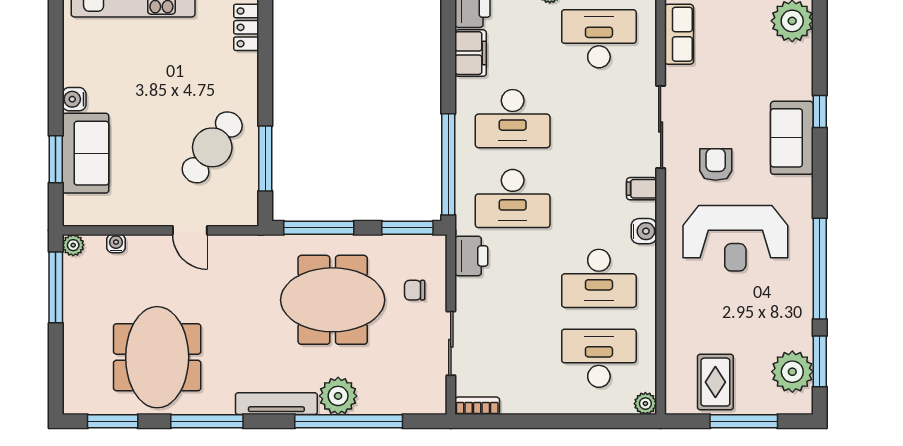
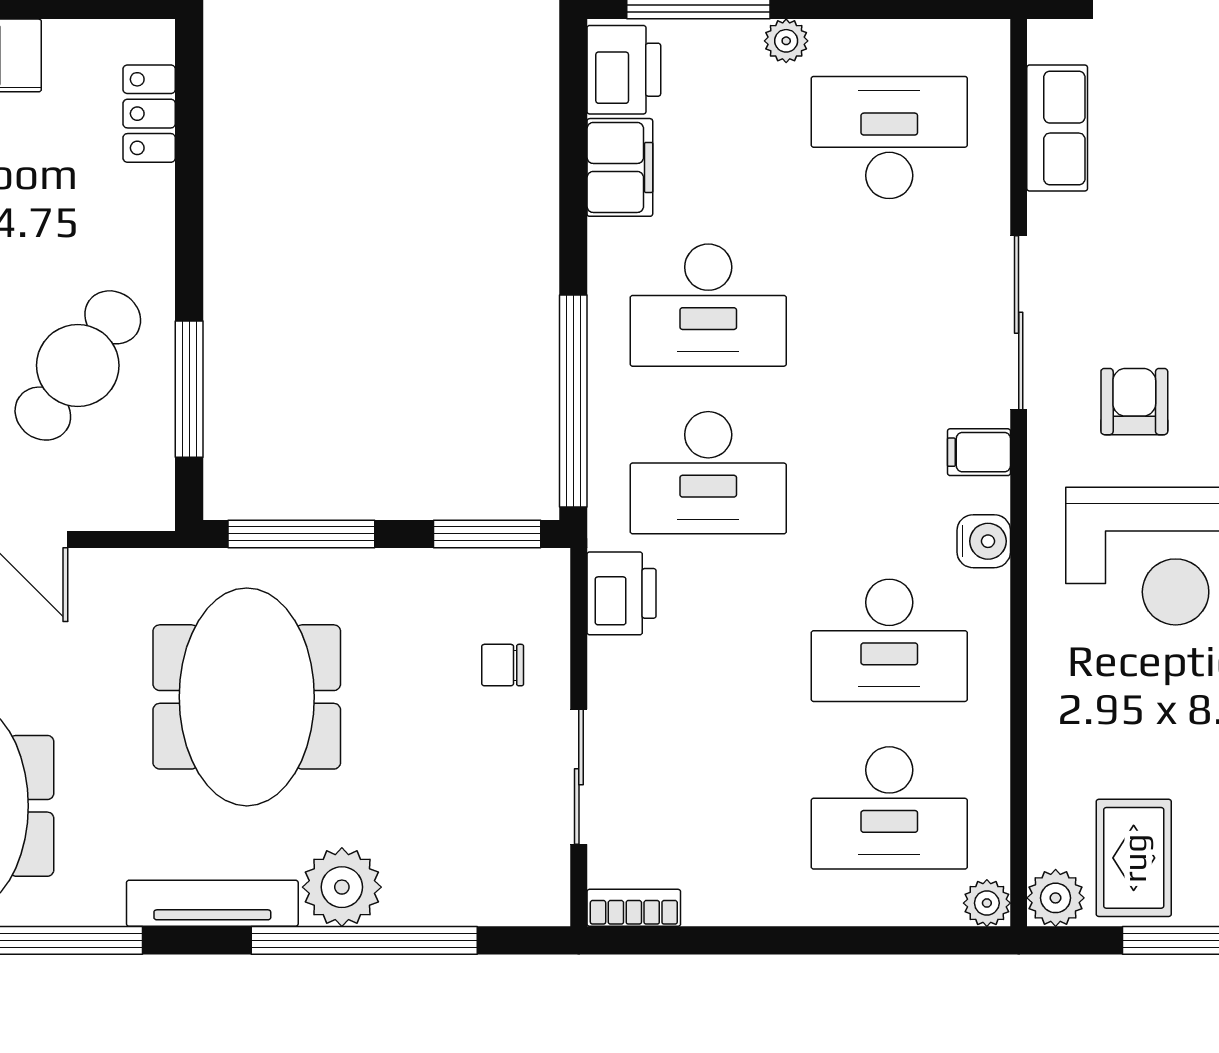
meeting table: (333, 300) -> (247, 697), moved, turned 90
desk: (599, 358) -> (889, 808), turned 180
plant: (678, 401) -> (1056, 898), added

